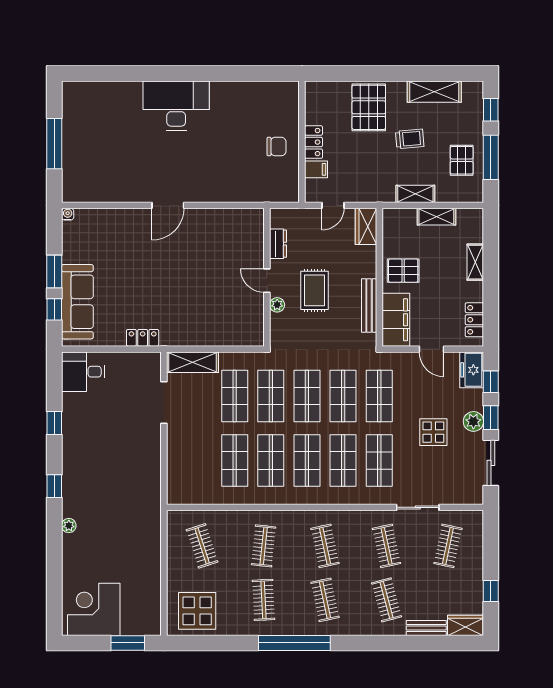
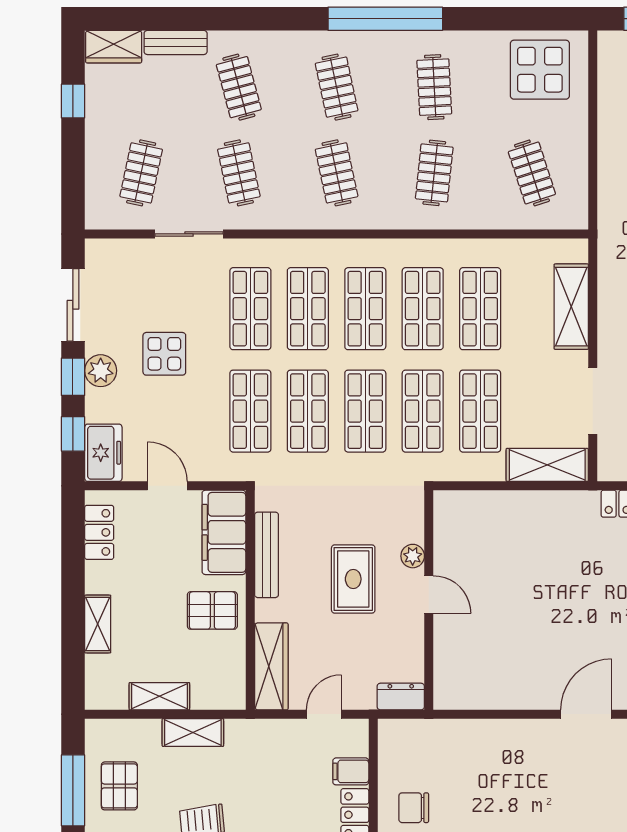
wardrobe: (366, 226) -> (271, 666), width x1.50
dresser: (278, 244) -> (401, 697), moved, turned 90
shelving: (177, 462) -> (571, 307), added

